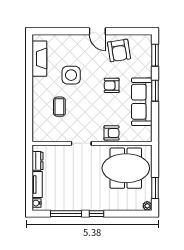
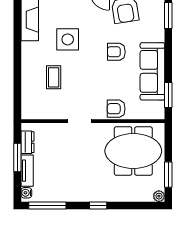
window: (155, 91) -> (168, 95), moved
armchair: (112, 133) -> (116, 109), turned 180
window: (29, 174) -> (17, 158), added
window: (66, 214) -> (47, 205), moved

